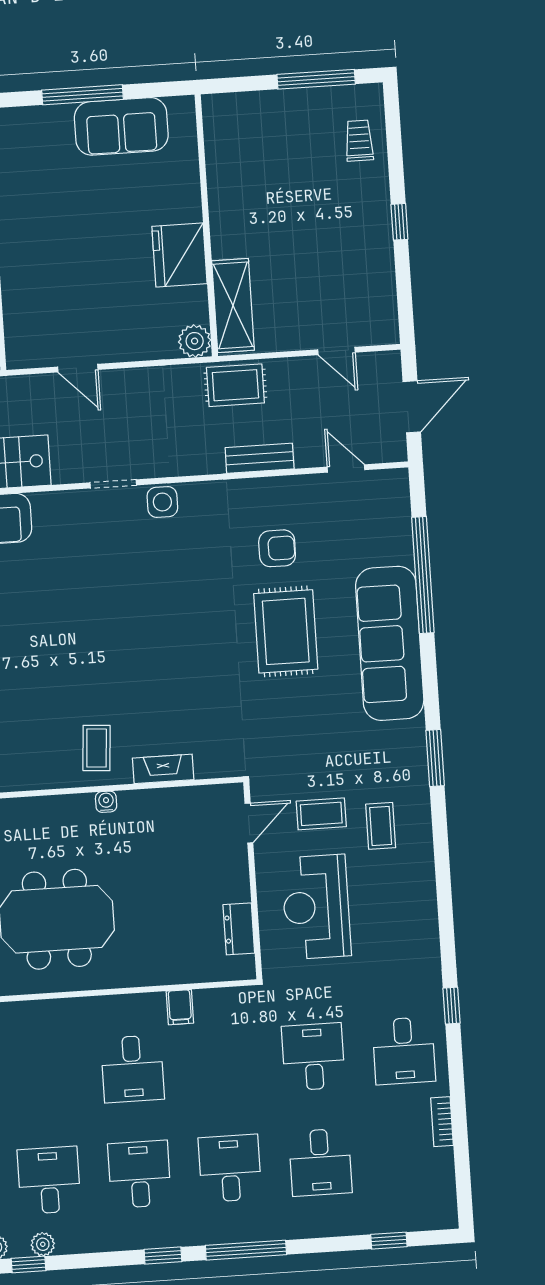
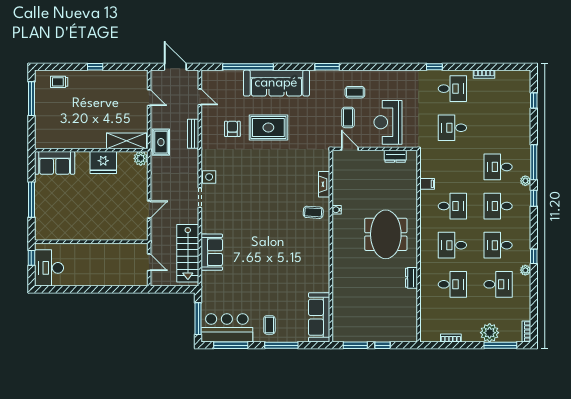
sofa: (121, 126) -> (55, 163), moved, turned 90
door: (337, 351) -> (149, 98), hinge flipped
door: (346, 468) -> (200, 97), swing flipped
reception desk: (316, 907) -> (388, 122), turned 90
desk: (320, 1162) -> (452, 245), moved, turned 180
plant: (43, 1244) -> (525, 181), moved

